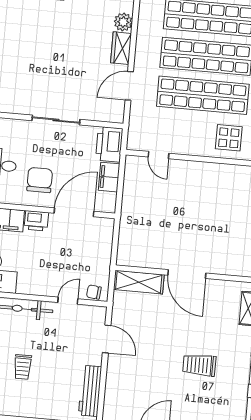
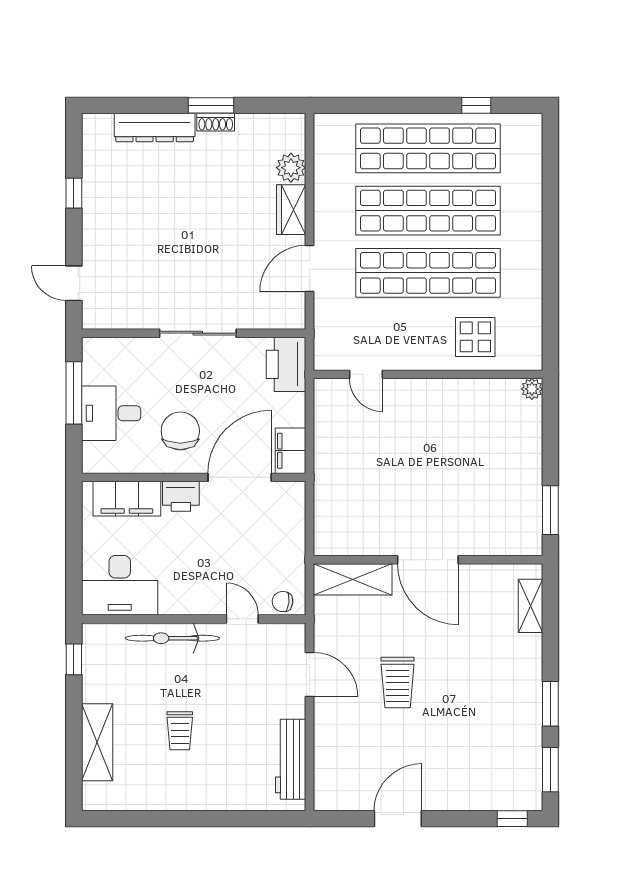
filing cabinet: (109, 177) -> (290, 451), moved
door: (68, 301) -> (242, 619), hinge flipped
trolley: (199, 365) -> (398, 682), moved, turned -90

